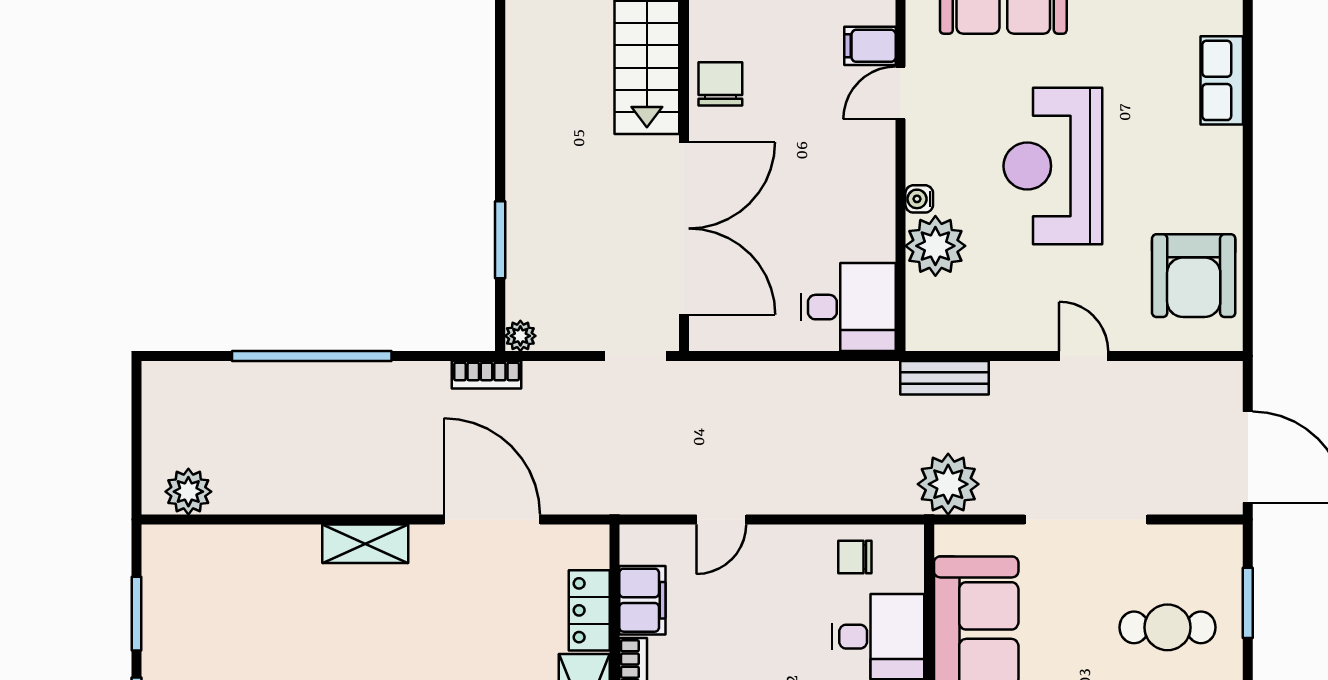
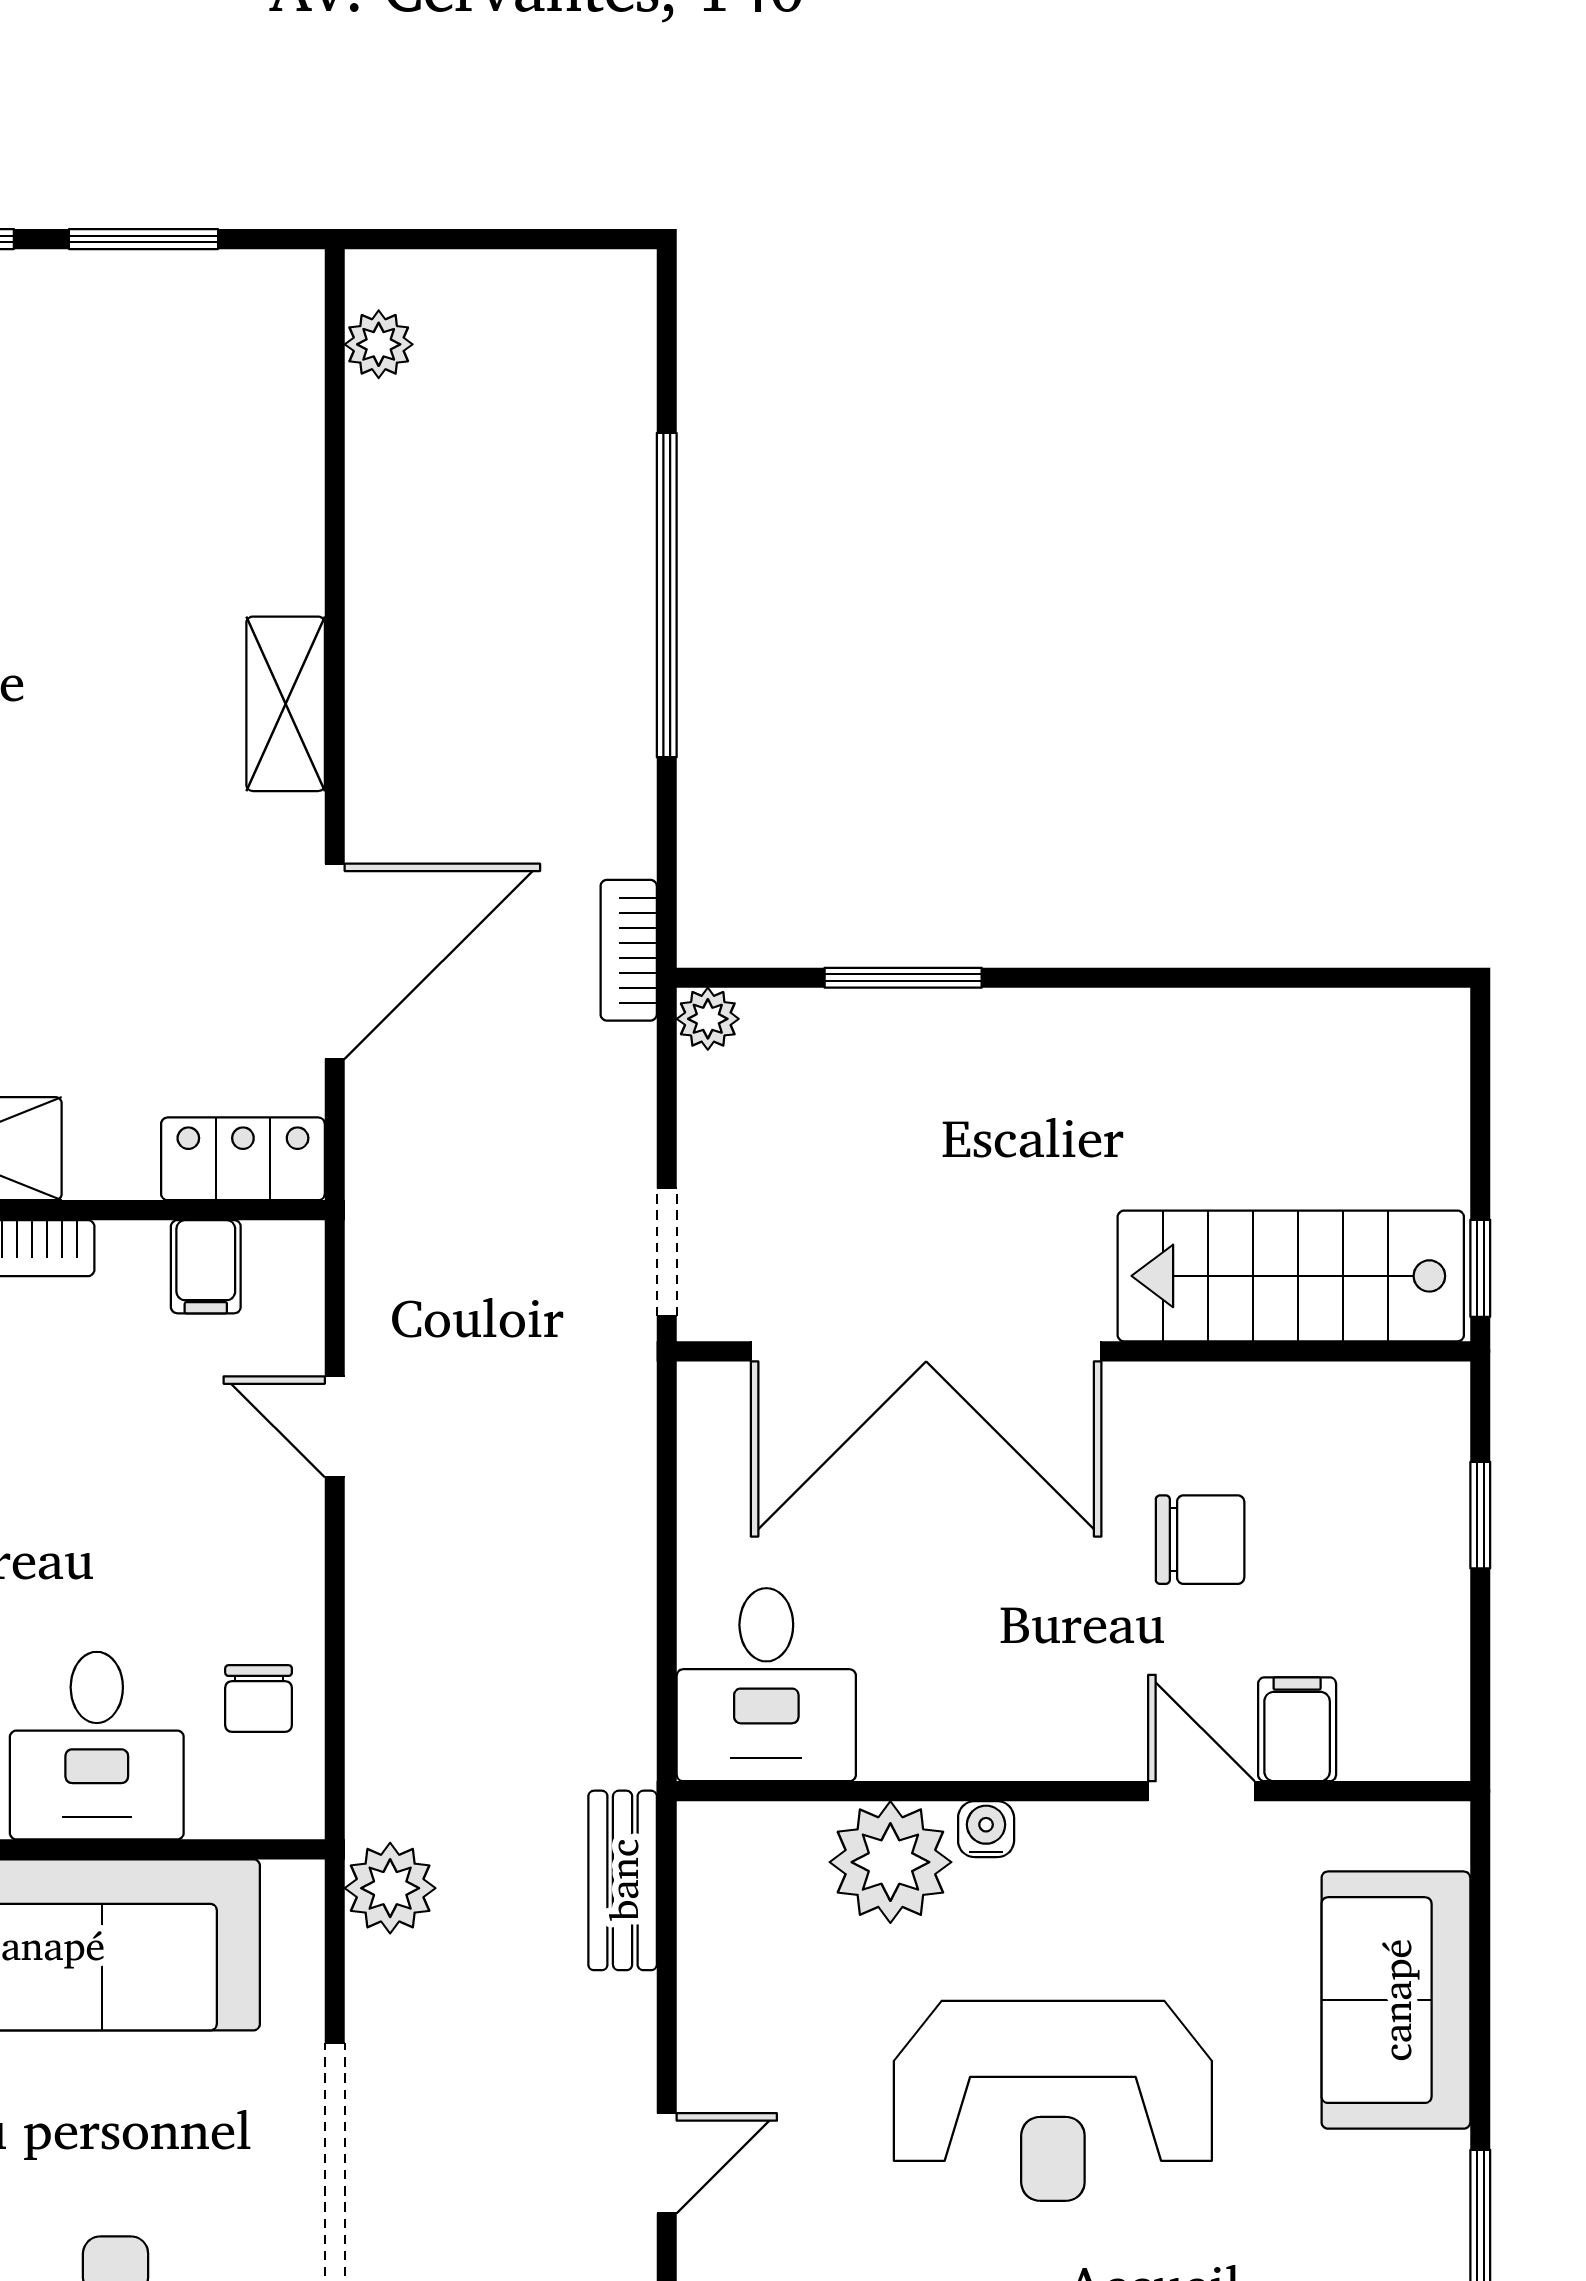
chair: (720, 84) -> (1200, 1540), moved
reception desk: (1053, 166) -> (1053, 2101), turned 180
plant: (948, 484) -> (390, 1888), width x0.73, depth x0.73
plant: (188, 492) -> (379, 344), width x0.73, depth x0.73
chair: (855, 557) -> (259, 1699), turned 180
filing cabinet: (642, 600) -> (206, 1267), width x0.50
locker: (589, 610) -> (243, 1159), moved

